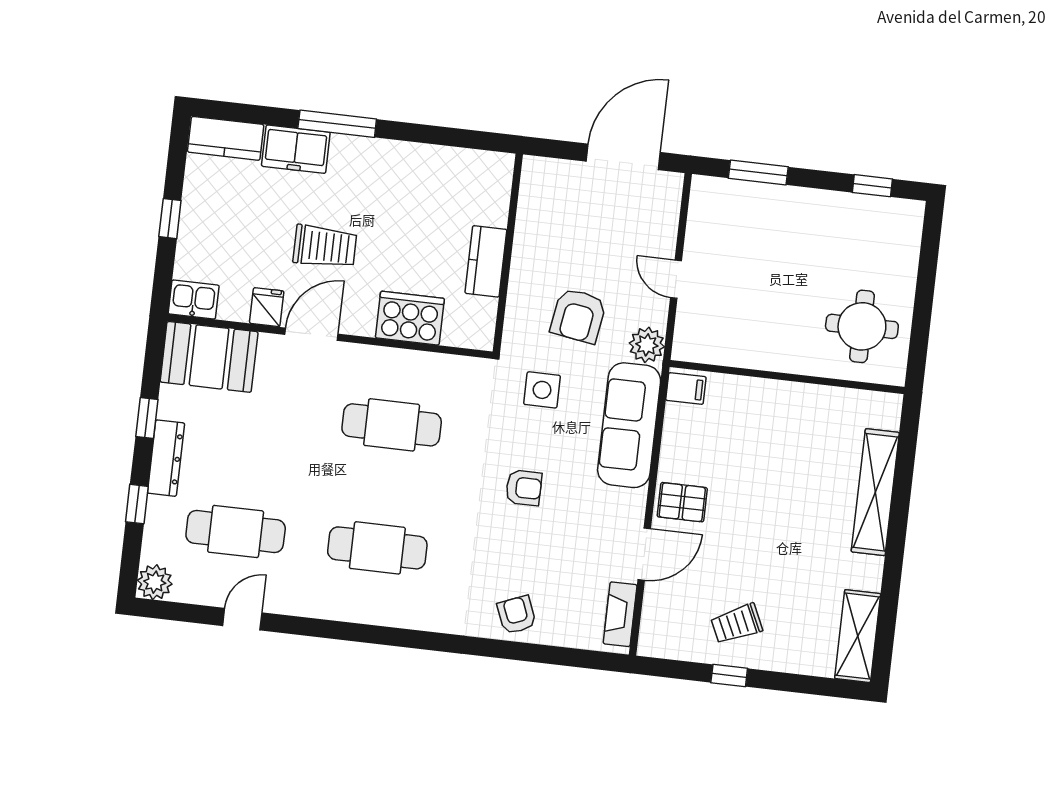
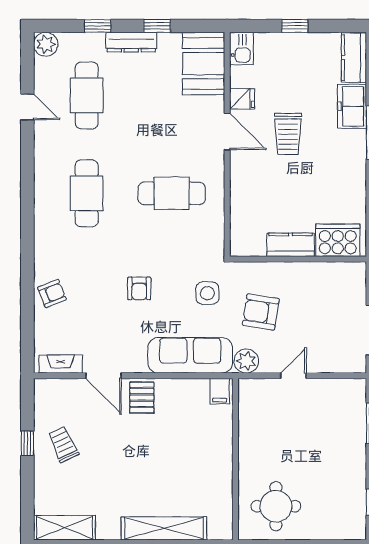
cooker: (410, 318) -> (338, 240), moved, turned -90
cafe table: (392, 425) -> (172, 193), turned 90

